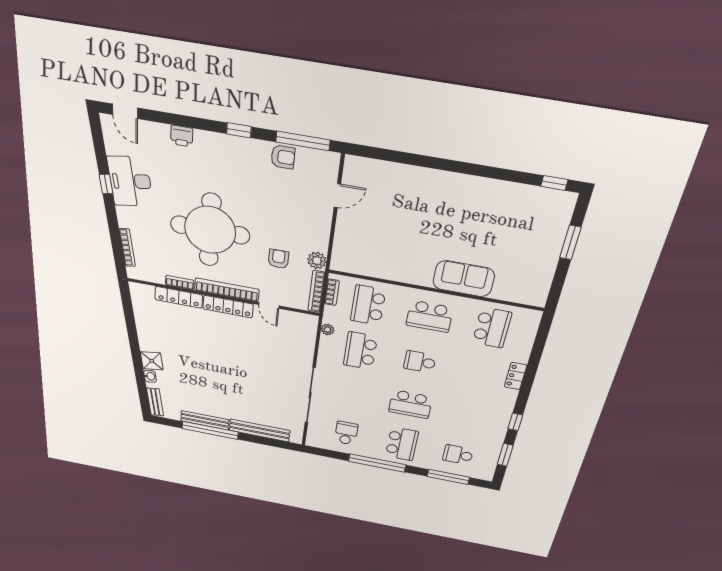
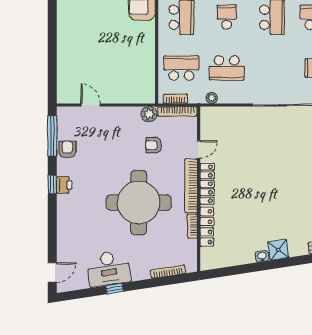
printer: (182, 136) -> (64, 185), moved
school desk: (368, 305) -> (181, 68), turned 180
school desk: (420, 362) -> (227, 17), turned 180
washbasin: (150, 376) -> (262, 256), moved

